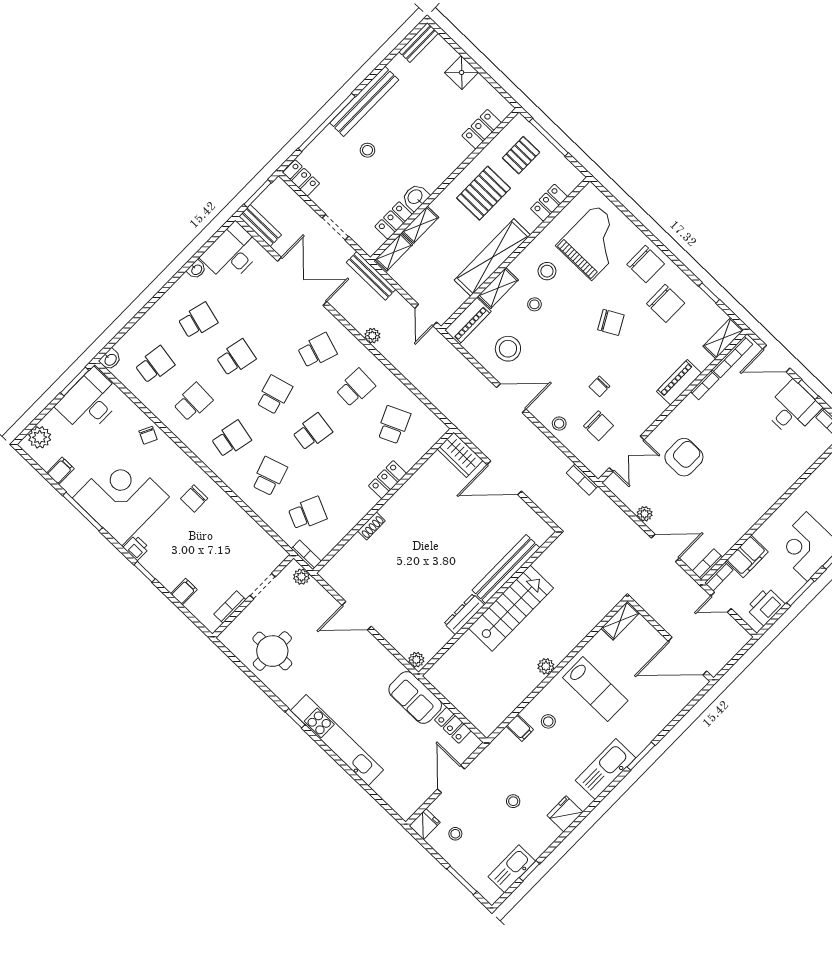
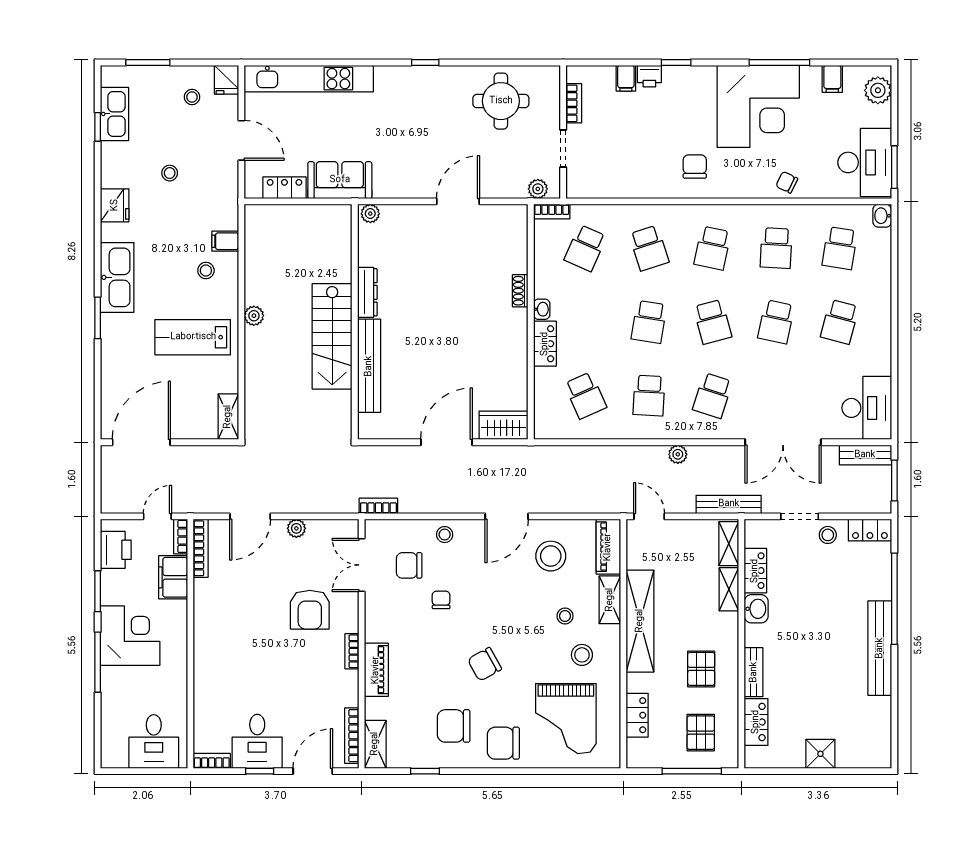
bench: (419, 42) -> (754, 672), moved
stool: (367, 150) -> (828, 535), moved
pallet: (484, 193) -> (701, 669), width x0.67, depth x0.71
washbasin: (196, 270) -> (542, 309), moved, turned 180
bookcase: (705, 385) -> (352, 651), moved
printer: (136, 548) -> (649, 76), moved
bookcase: (708, 564) -> (201, 548), width x1.56
kitchen unit: (337, 740) -> (309, 79), moved

